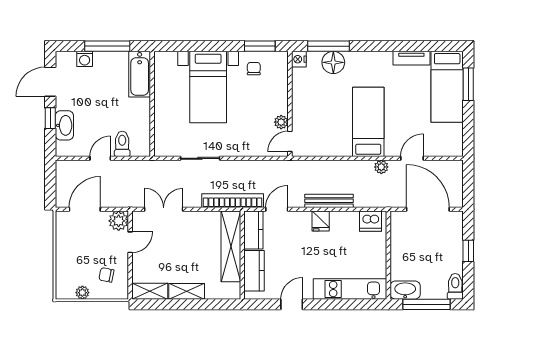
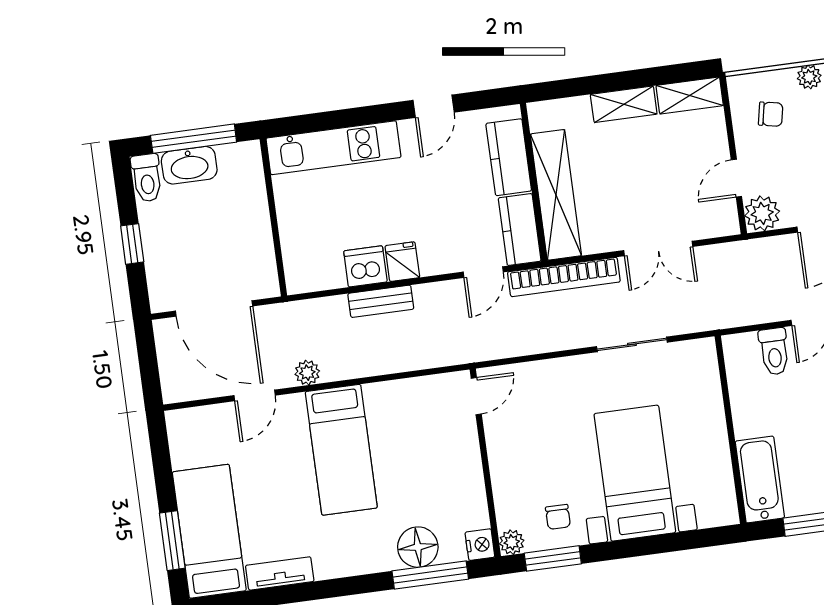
plant: (281, 122) -> (512, 542), moved
bench: (329, 201) -> (381, 301), width x0.73
double door: (164, 209) -> (658, 248), moved
dishwasher: (371, 221) -> (365, 266), moved
washbasin: (405, 290) -> (189, 165), moved

